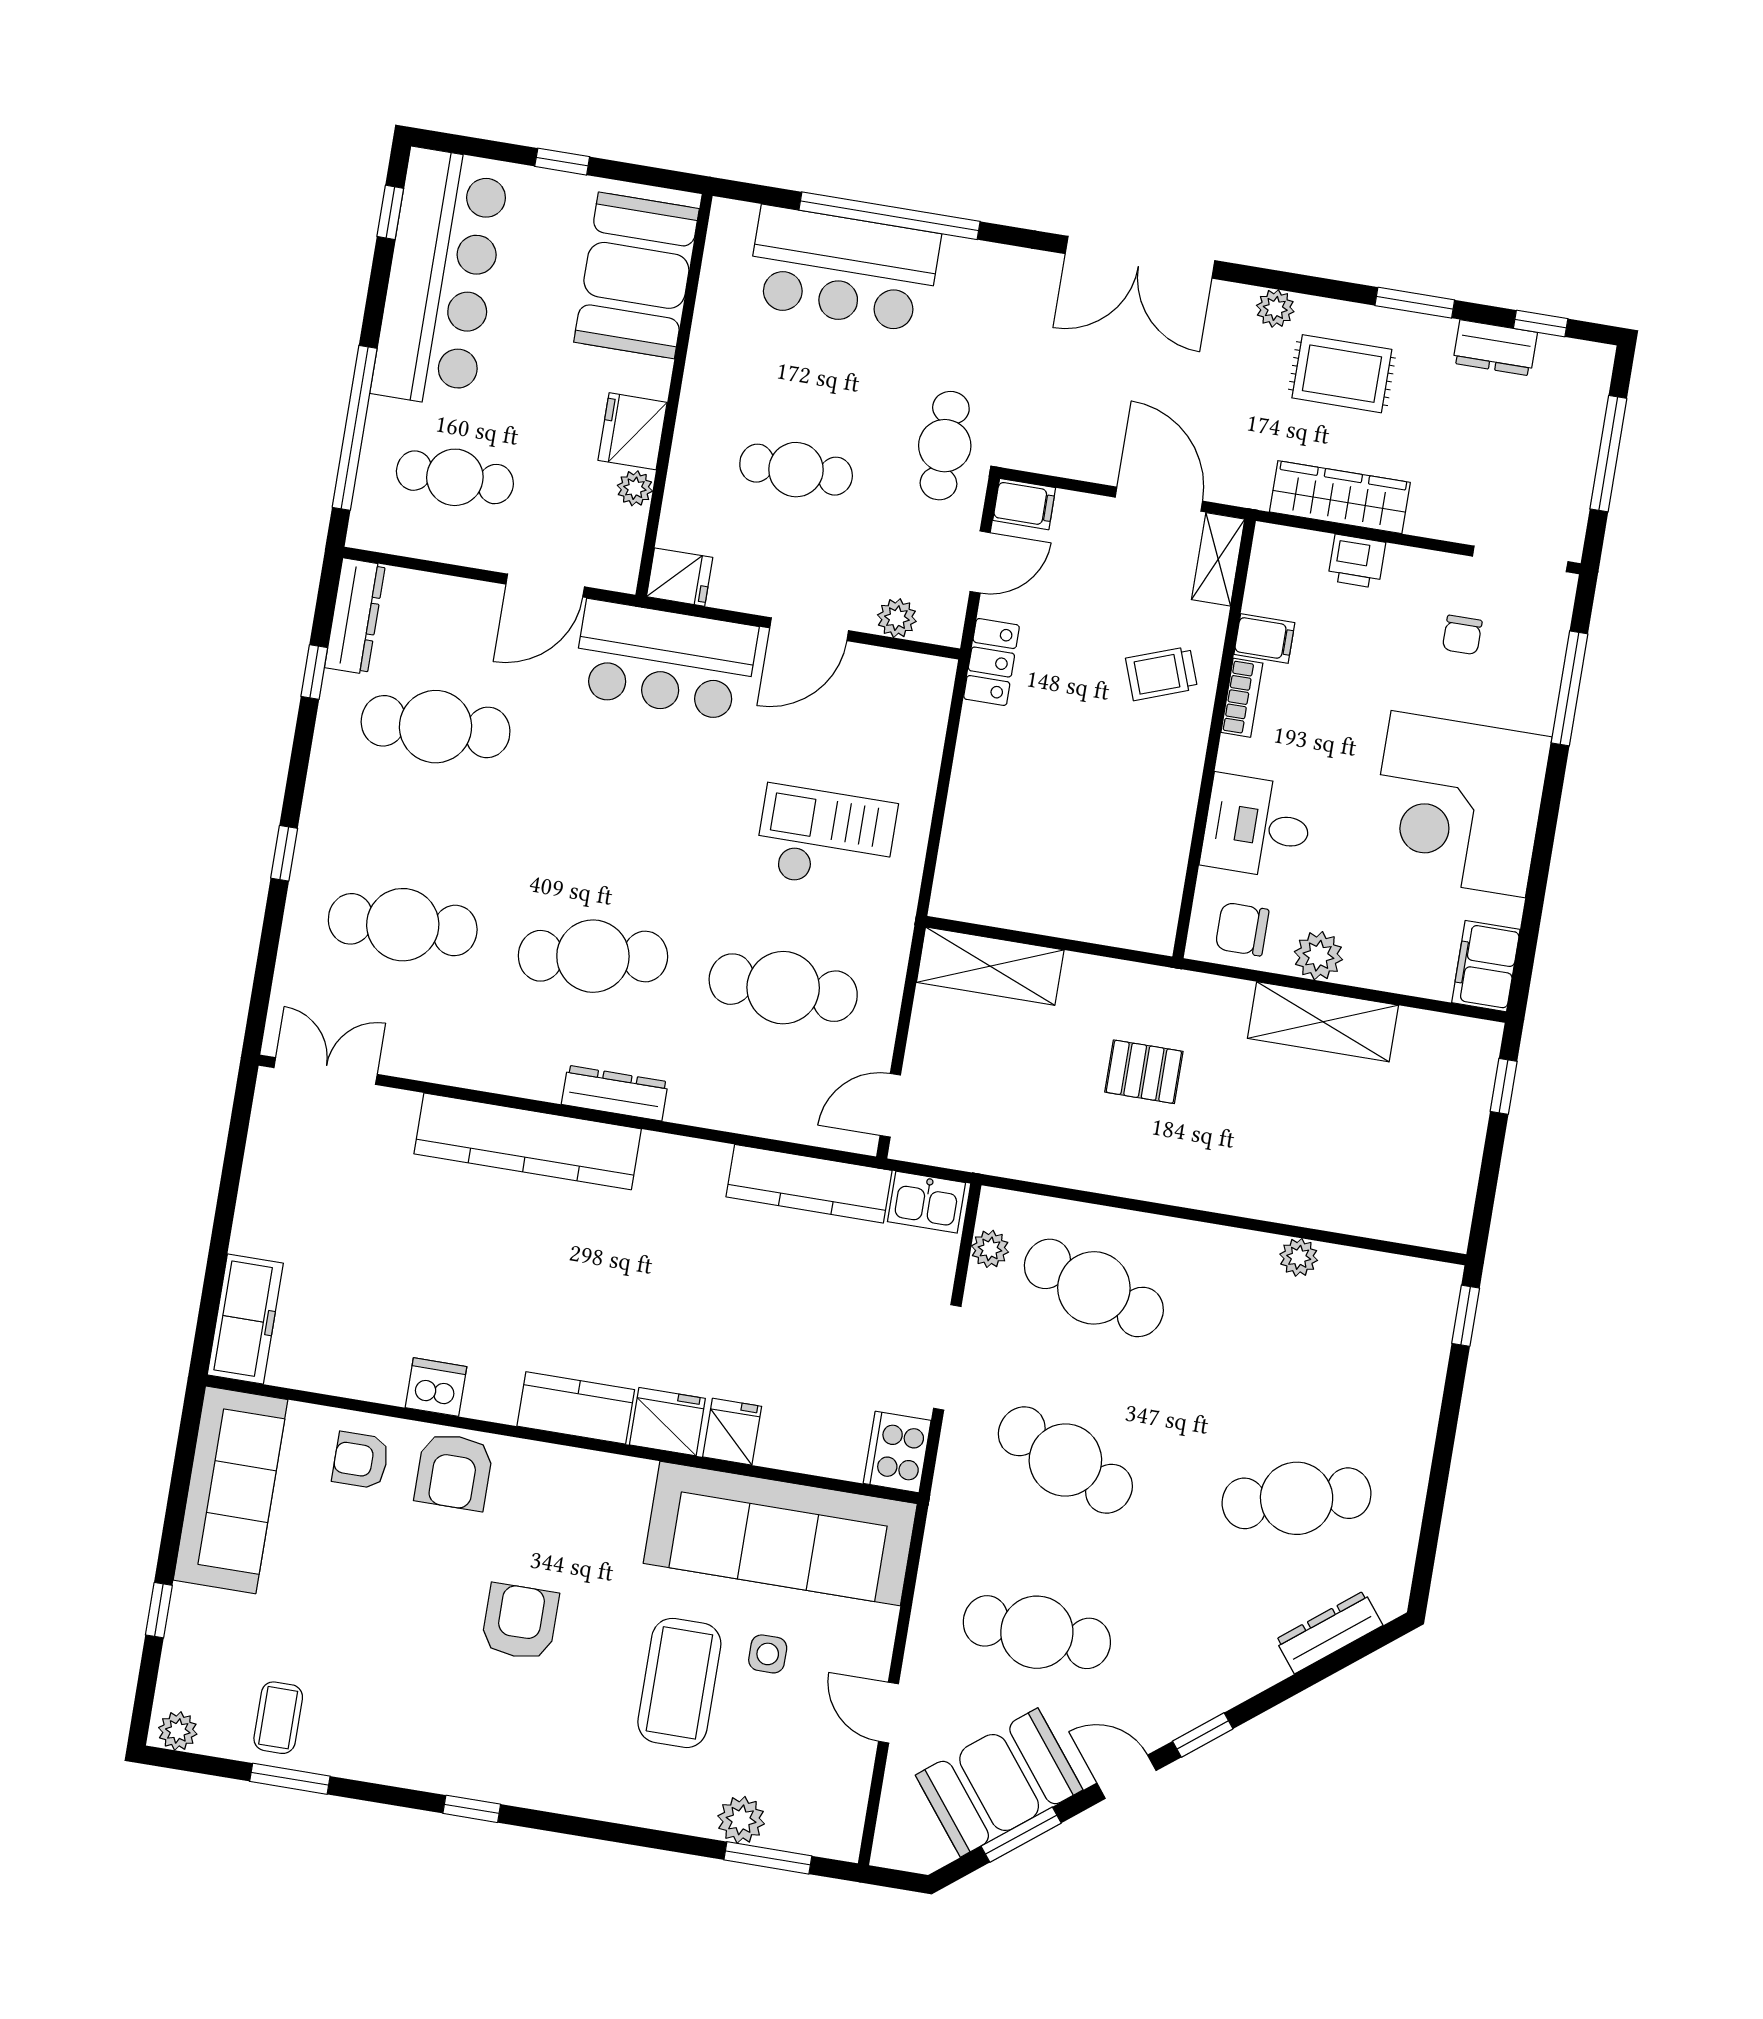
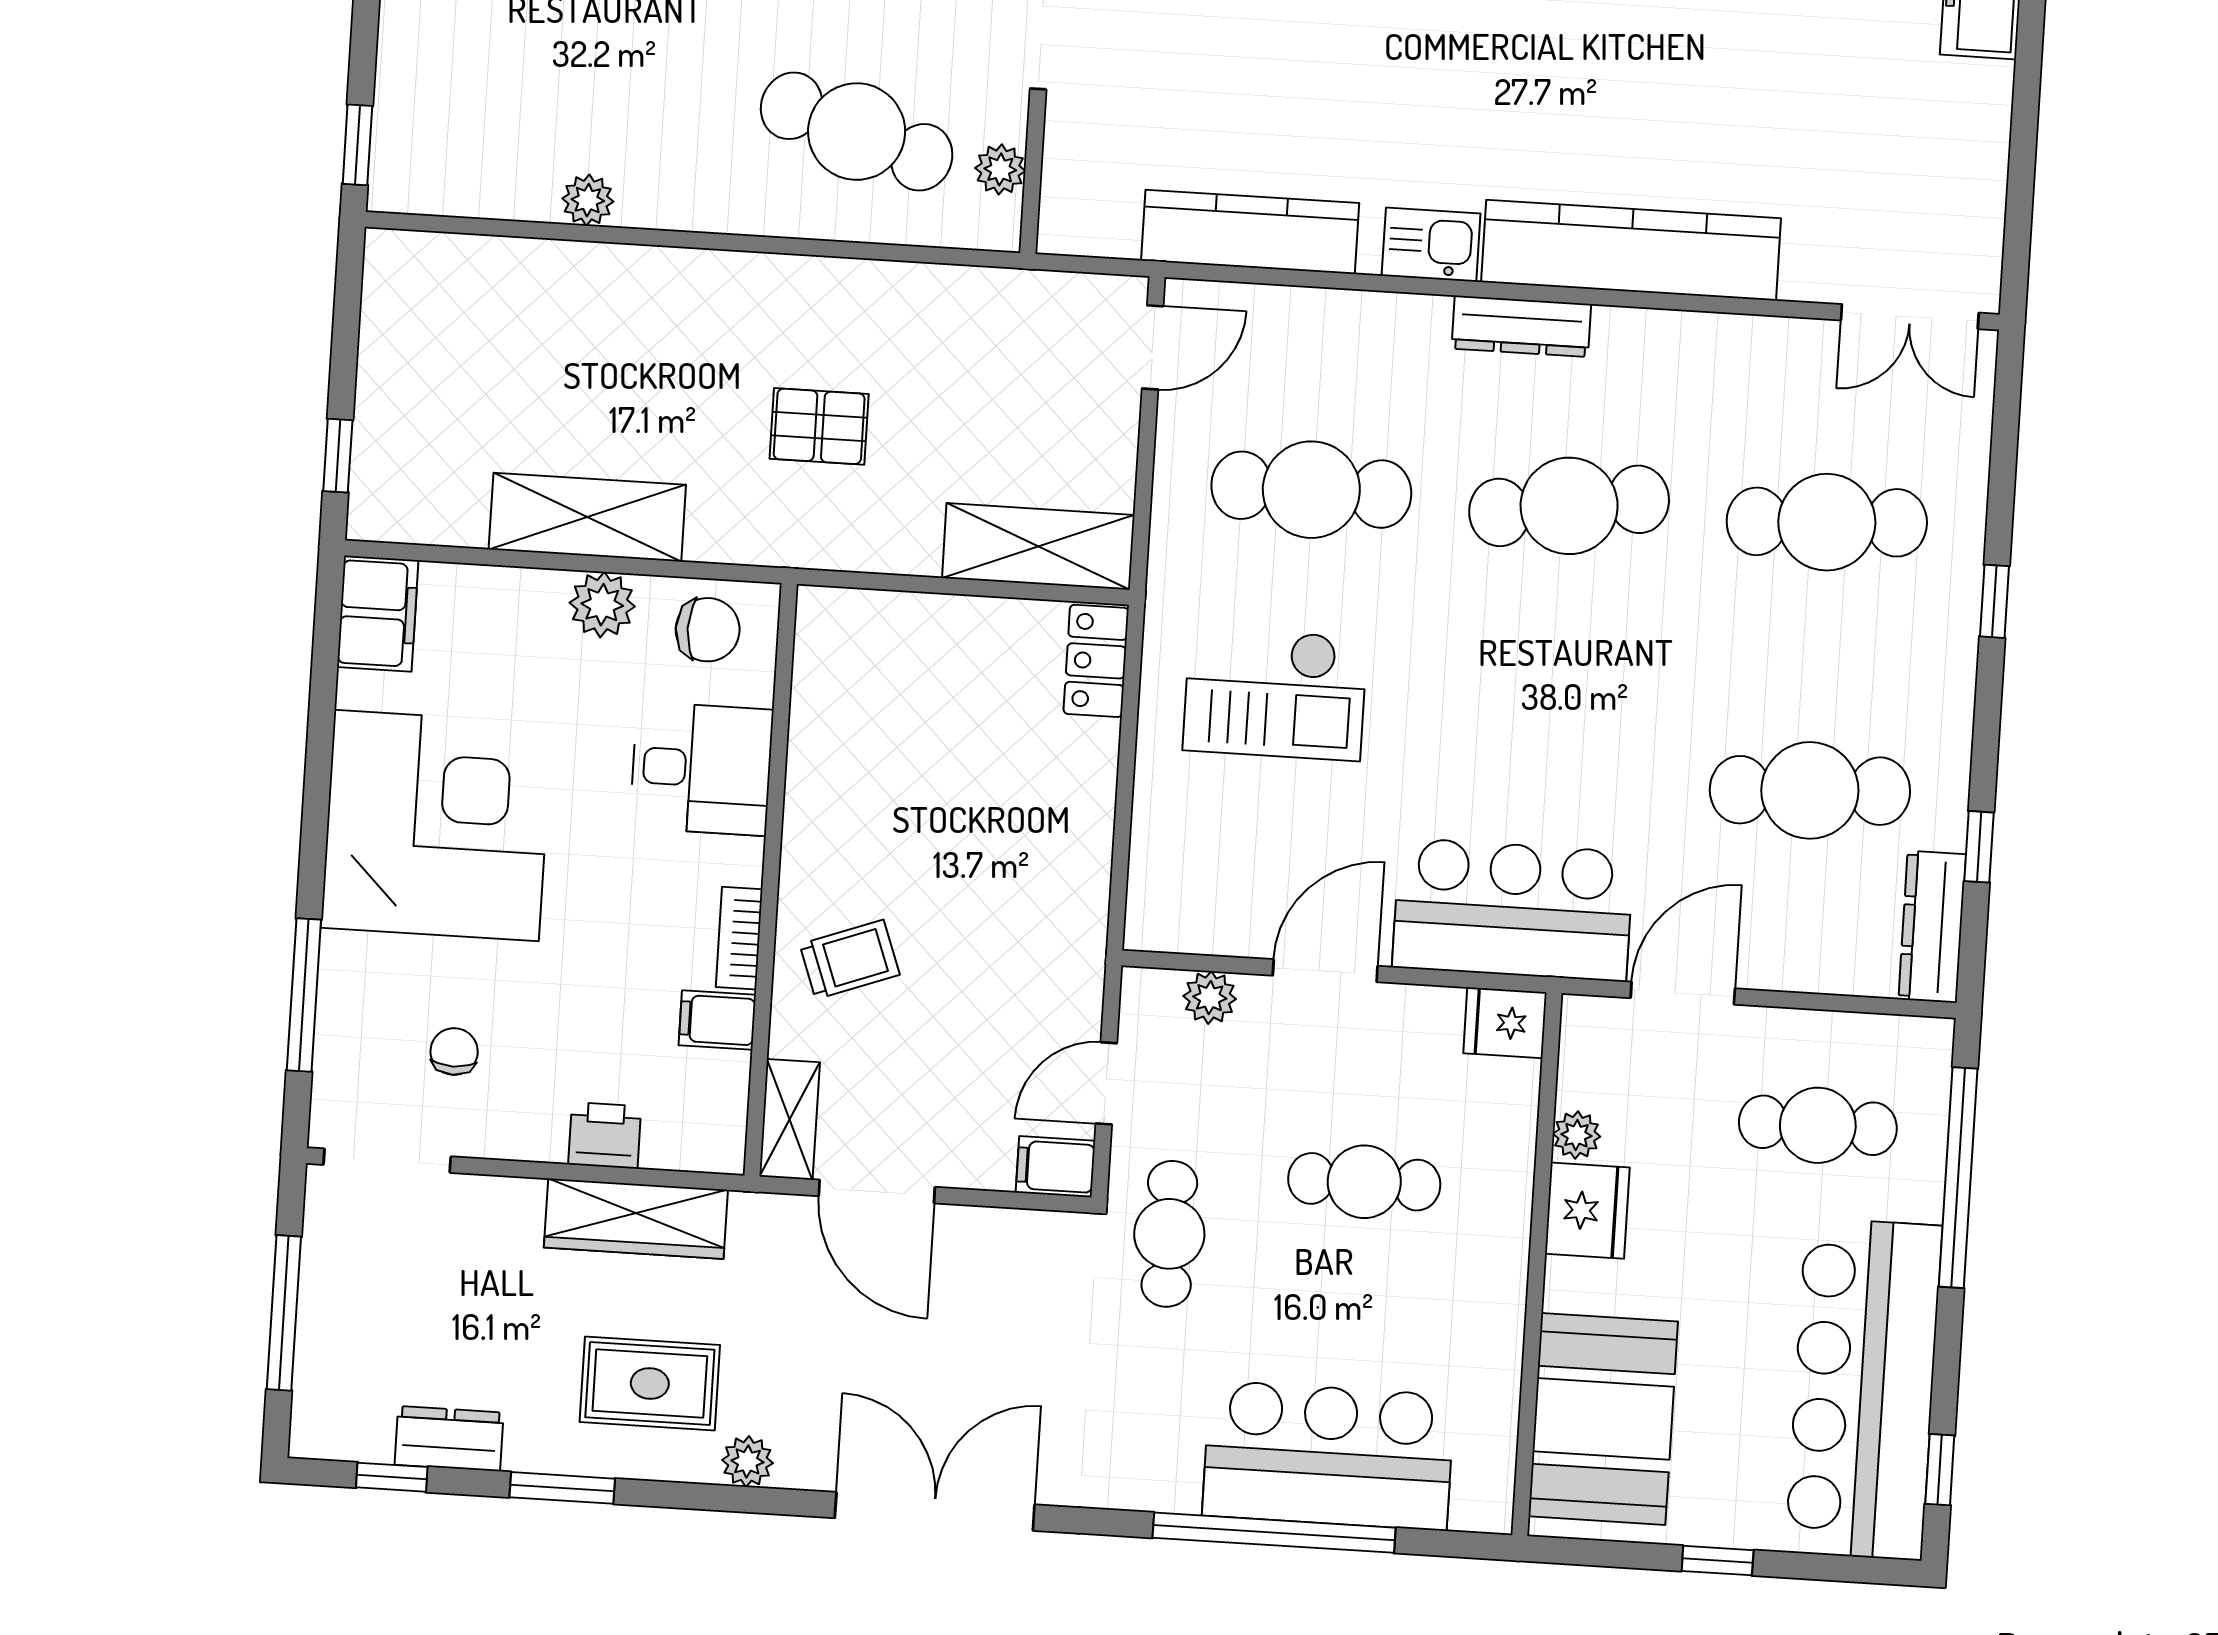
locker: (991, 662) -> (1096, 661), moved
kitchen sink: (927, 1202) -> (1431, 245), moved

